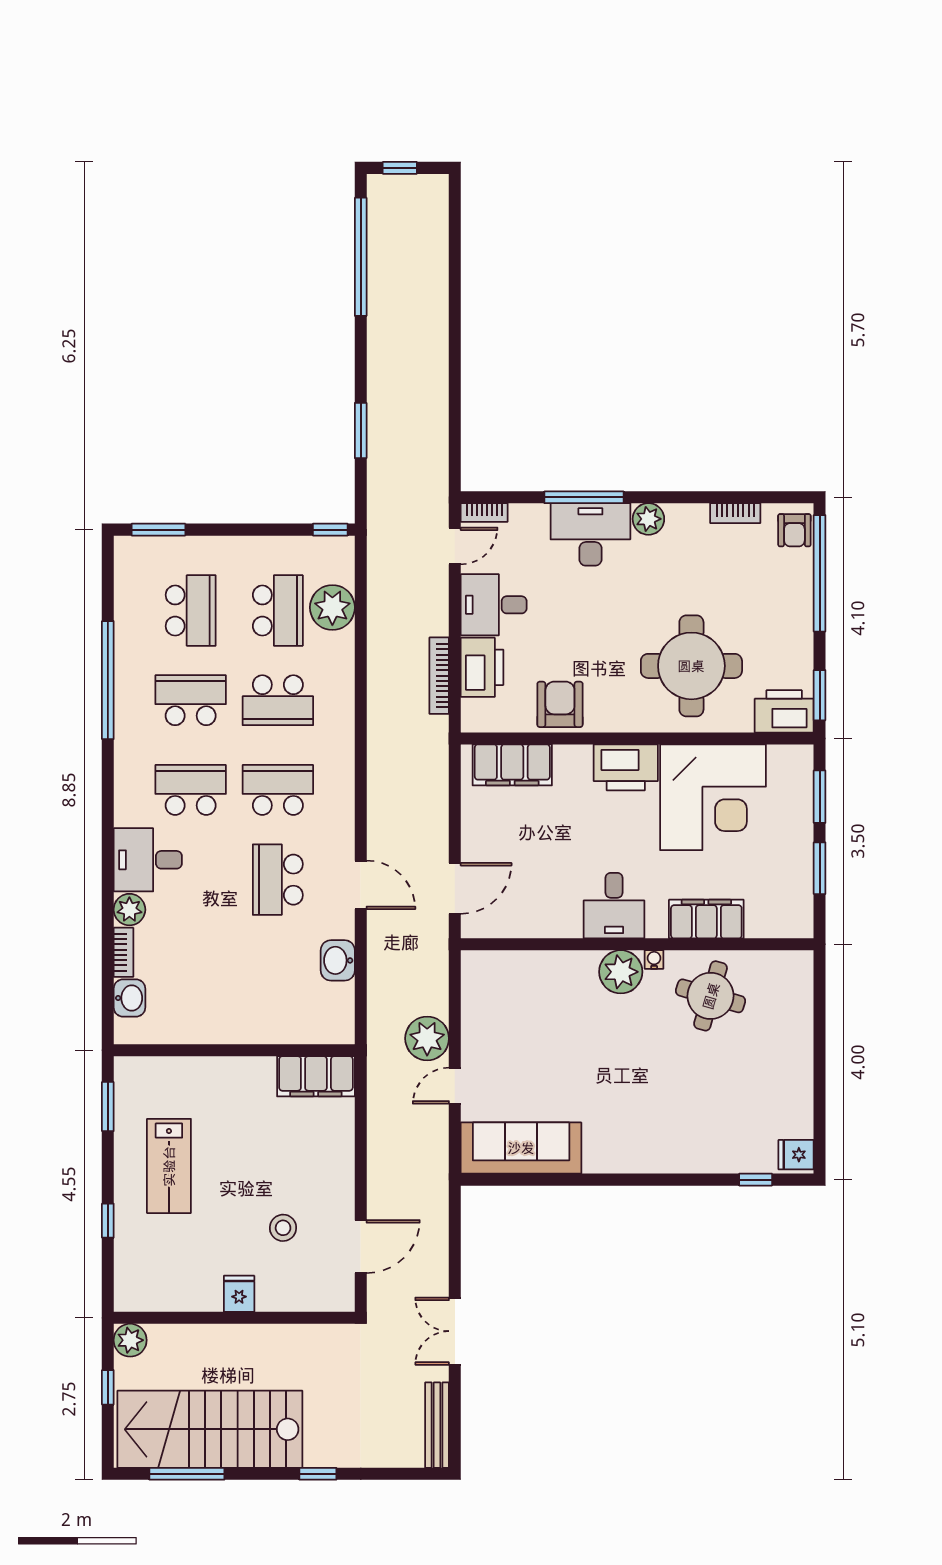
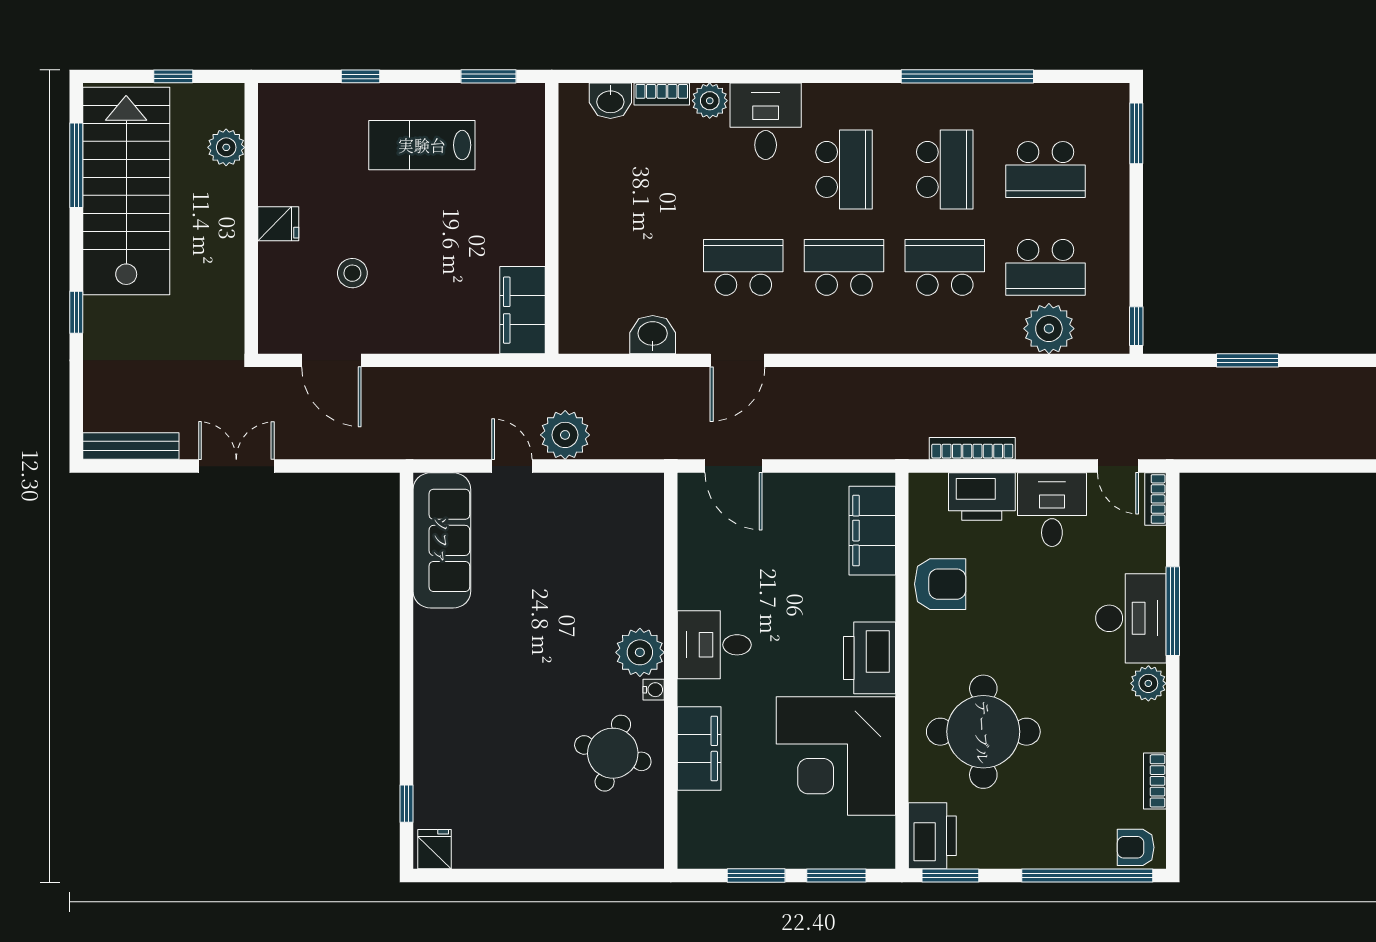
school desk: (278, 700) -> (945, 267), turned 90
school desk: (278, 790) -> (844, 267), turned -90
plant: (130, 1340) -> (226, 147), moved

